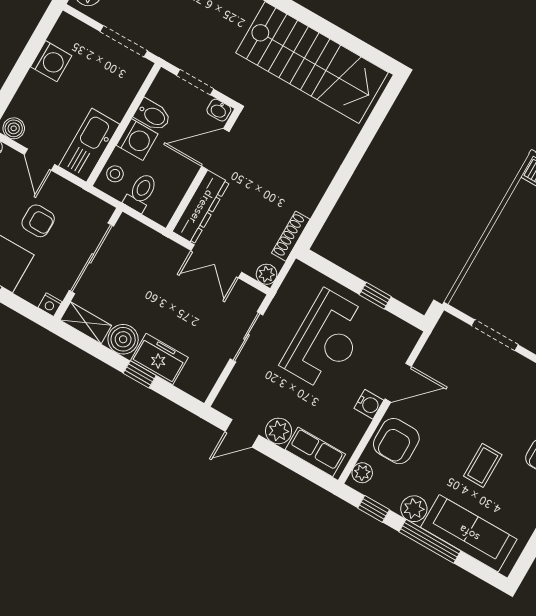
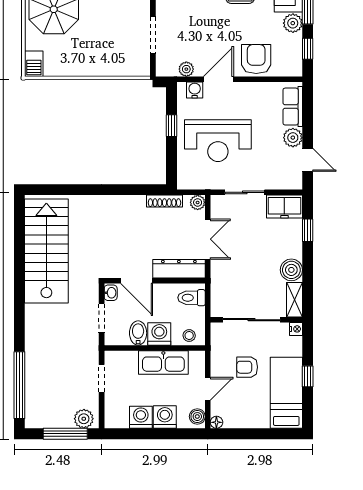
doorway: (124, 41) -> (102, 378), width x0.73
washing machine: (35, 90) -> (165, 417), added
kitchen sink: (89, 145) -> (163, 362), moved
toilet: (141, 192) -> (191, 298), moved
armchair: (38, 221) -> (247, 367), turned -90
reception desk: (326, 340) -> (218, 141), turned 180
freezer: (159, 359) -> (284, 207), moved, turned -90
window: (140, 374) -> (308, 230), moved
door: (398, 383) -> (218, 79), hinge flipped
water cooler: (369, 404) -> (195, 90), moved
armchair: (396, 441) -> (256, 59), turned -90
plant: (362, 473) -> (186, 69), moved

